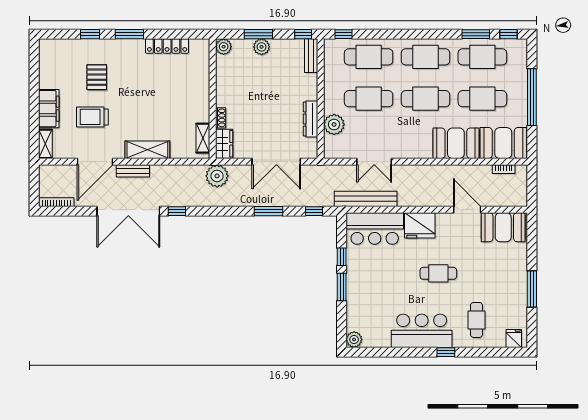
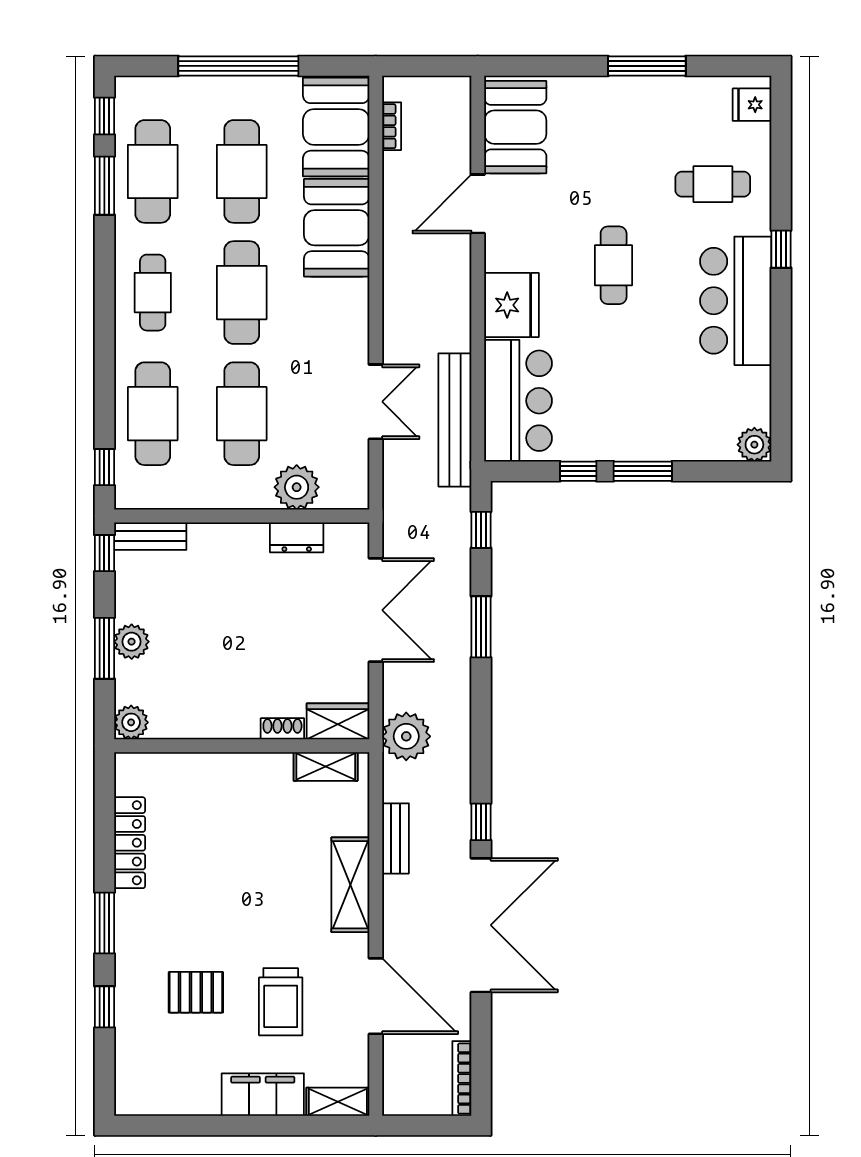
cafe table: (425, 57) -> (153, 293), width x0.73, depth x0.74
dresser: (311, 119) -> (297, 537), width x0.70
bench: (133, 171) -> (396, 838), moved

